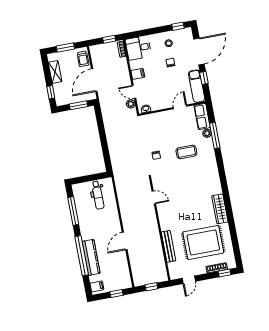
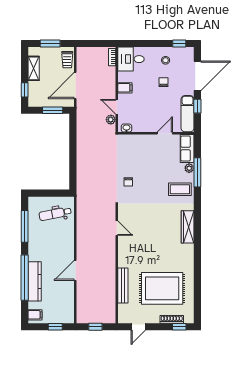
window: (109, 39) -> (100, 43), removed
coffee table: (186, 152) -> (180, 189), moved
dental chair: (98, 195) -> (55, 214), turned 79
wardrobe: (220, 209) -> (188, 227), moved

